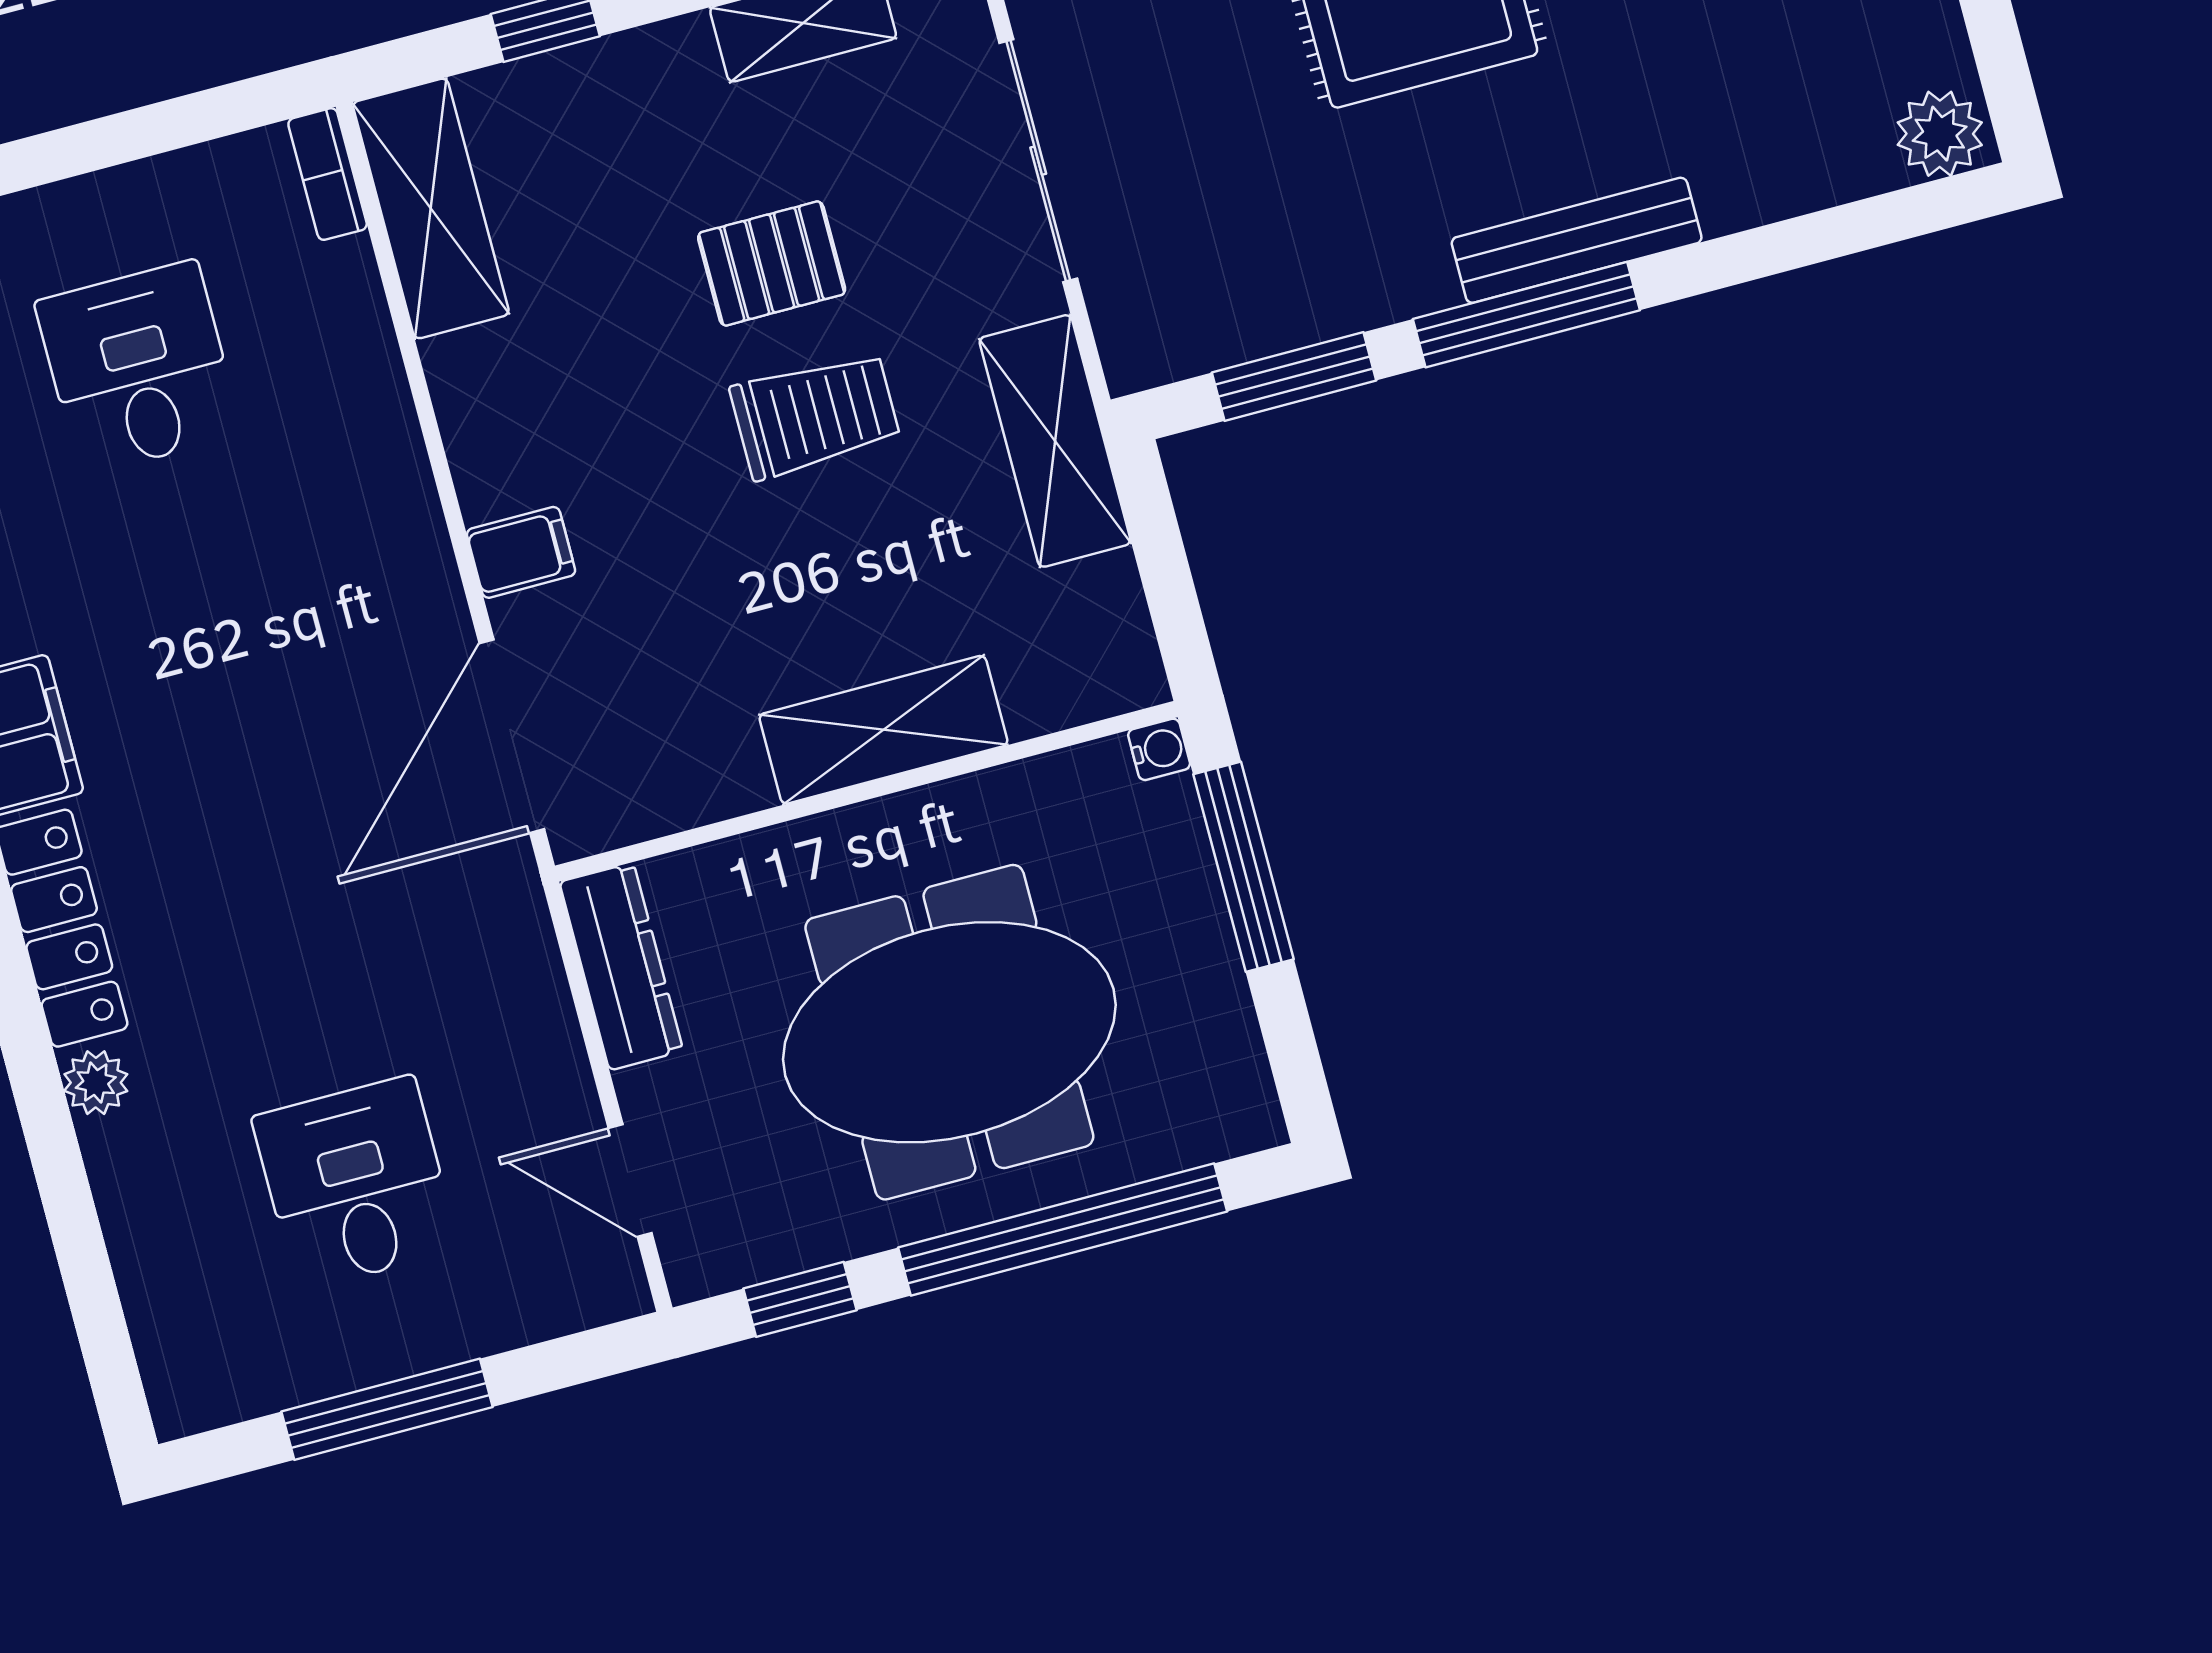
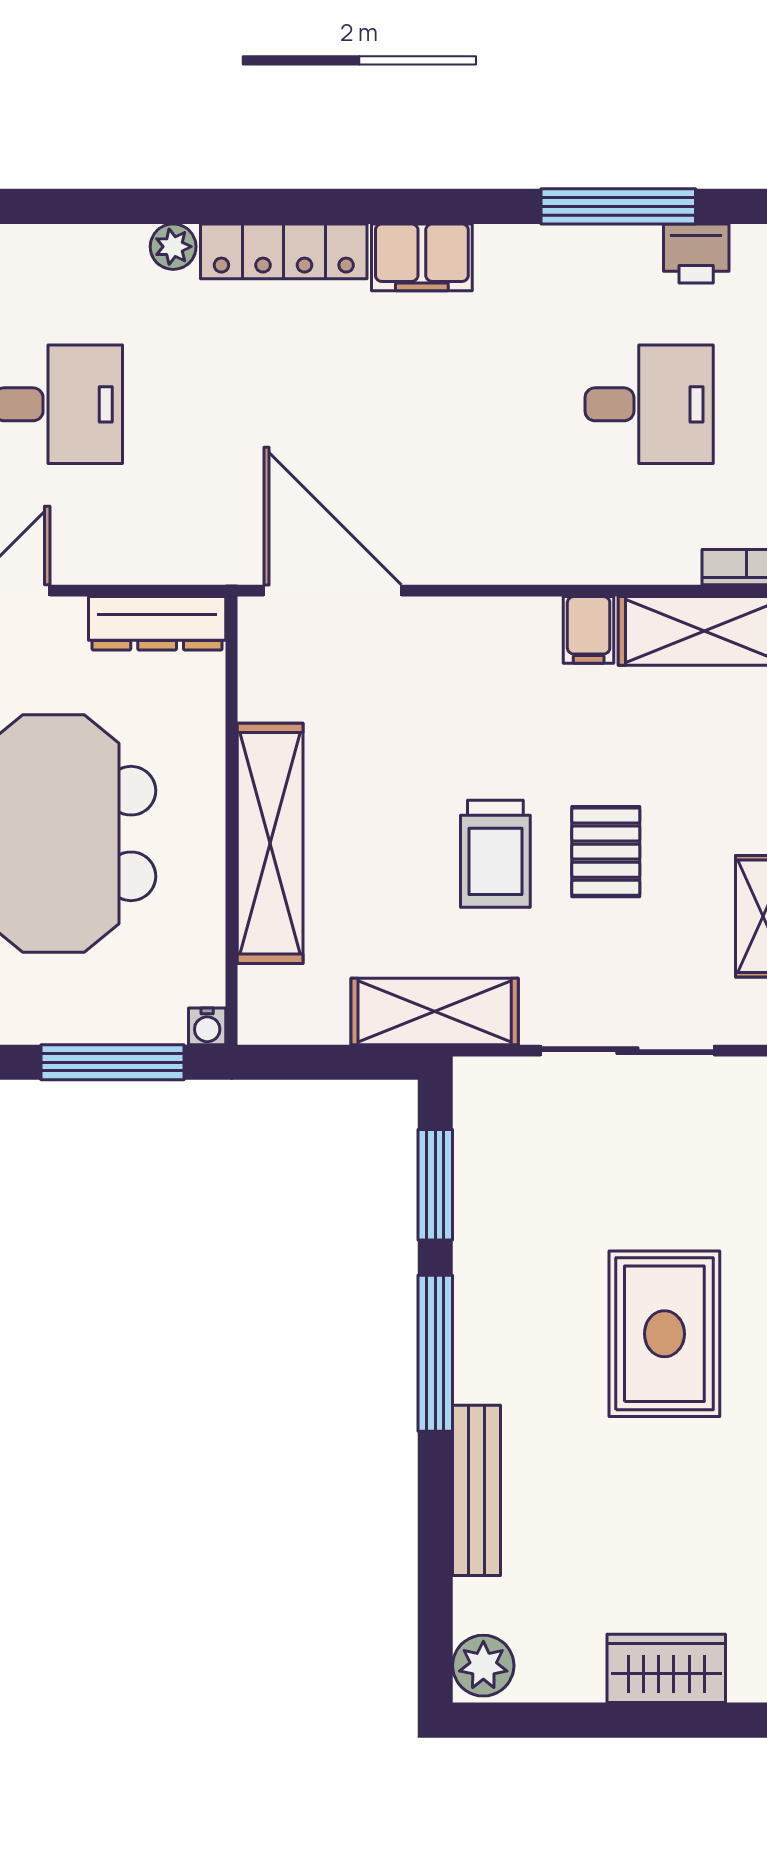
bench: (1577, 240) -> (477, 1490), moved
filing cabinet: (521, 552) -> (589, 630), moved
shelving: (883, 730) -> (270, 843), width x1.47

